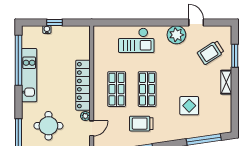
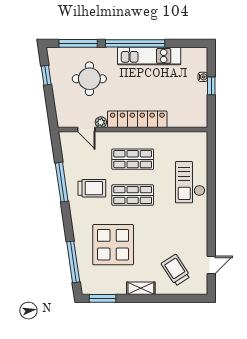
door: (196, 22) -> (211, 265), moved
plant: (176, 35) -> (197, 230), removed
window: (235, 56) -> (103, 298), moved
window: (18, 60) -> (135, 43), moved
display table: (189, 106) -> (113, 245), width x1.86, depth x1.86
trolley: (141, 124) -> (92, 188), turned 90

